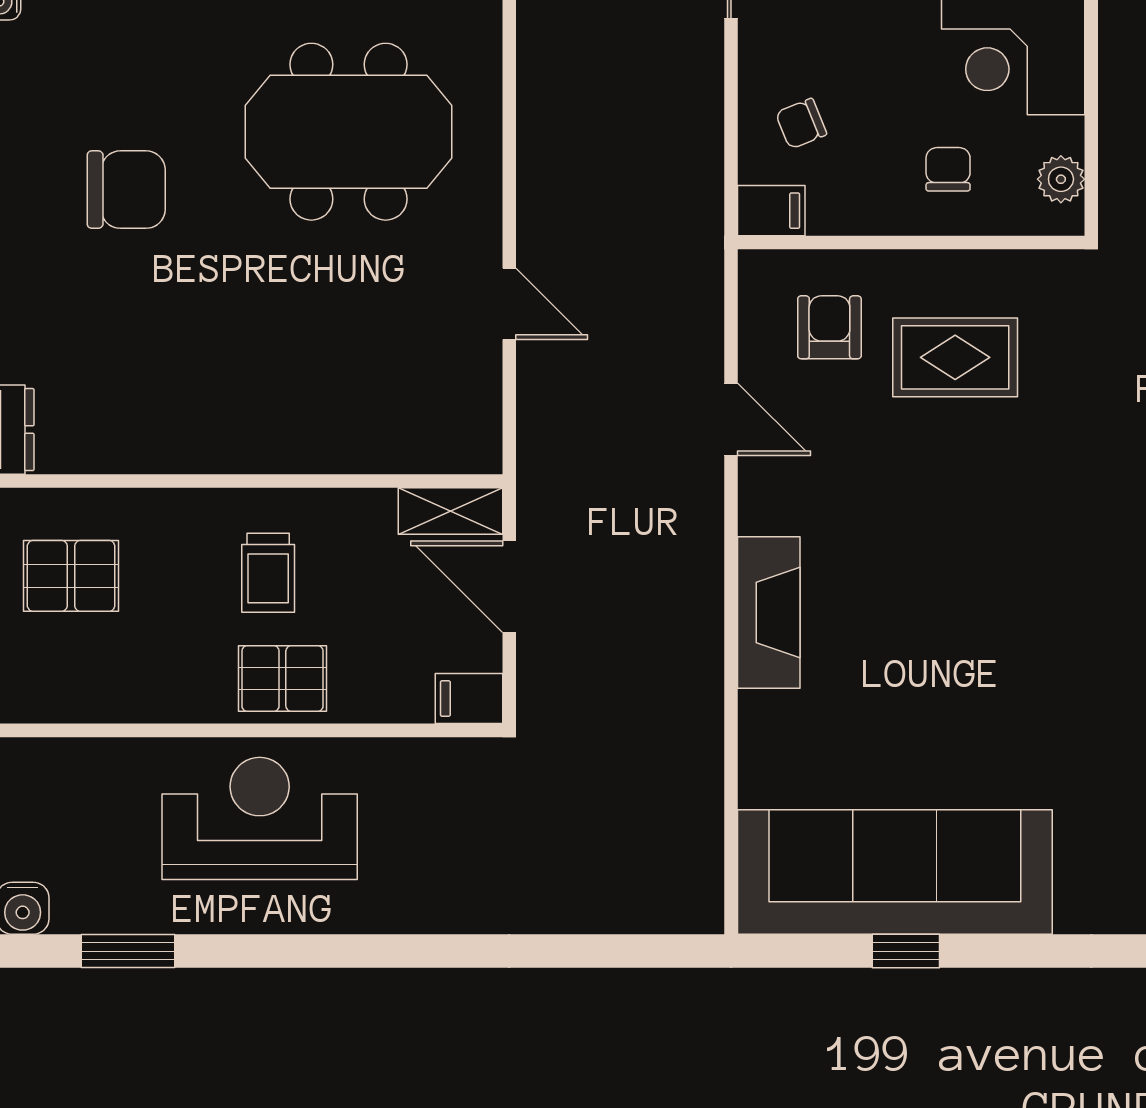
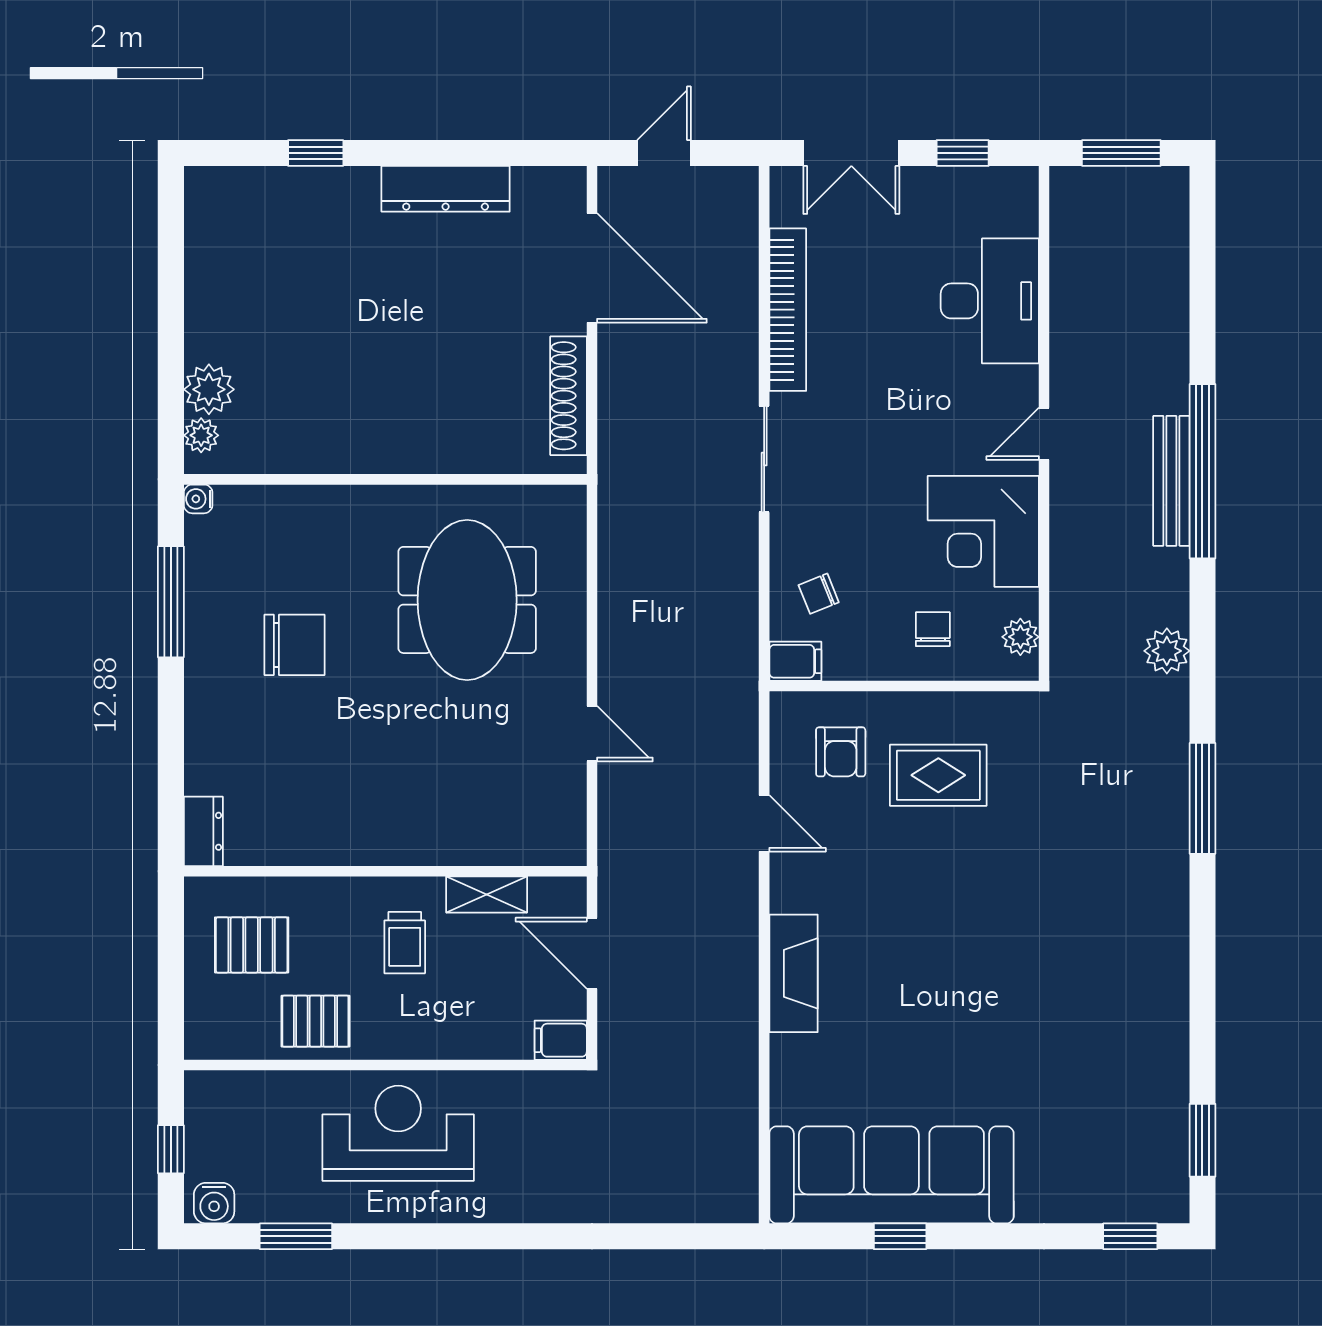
meeting table: (348, 132) -> (467, 600), turned 90
armchair: (829, 327) -> (841, 752), turned 180
shelving: (451, 511) -> (487, 895), moved
pallet: (282, 679) -> (315, 1021), moved

